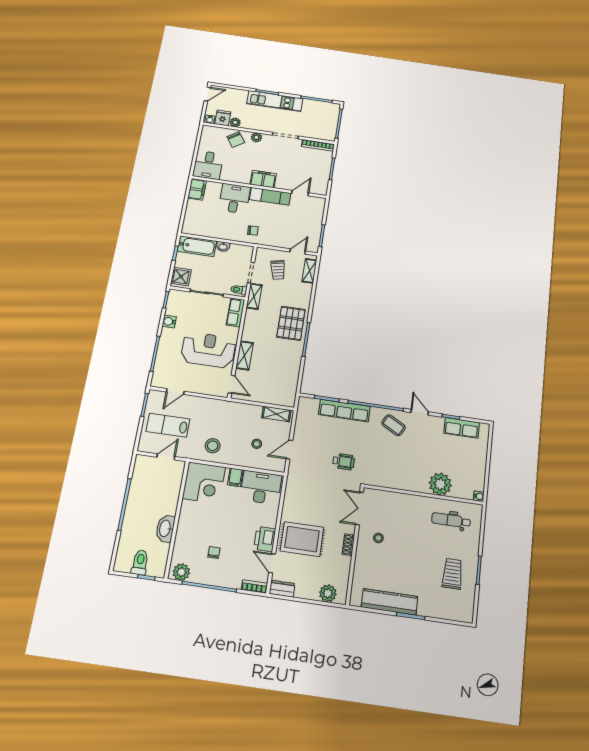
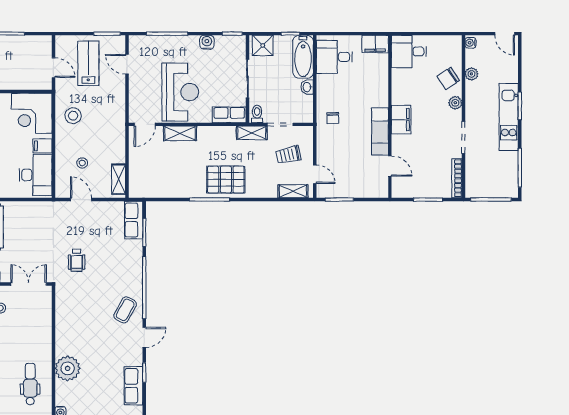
fridge: (223, 118) -> (475, 58), removed
desk: (234, 198) -> (334, 57), moved, turned 180
row of seats: (344, 411) -> (134, 220), moved, width x0.68

